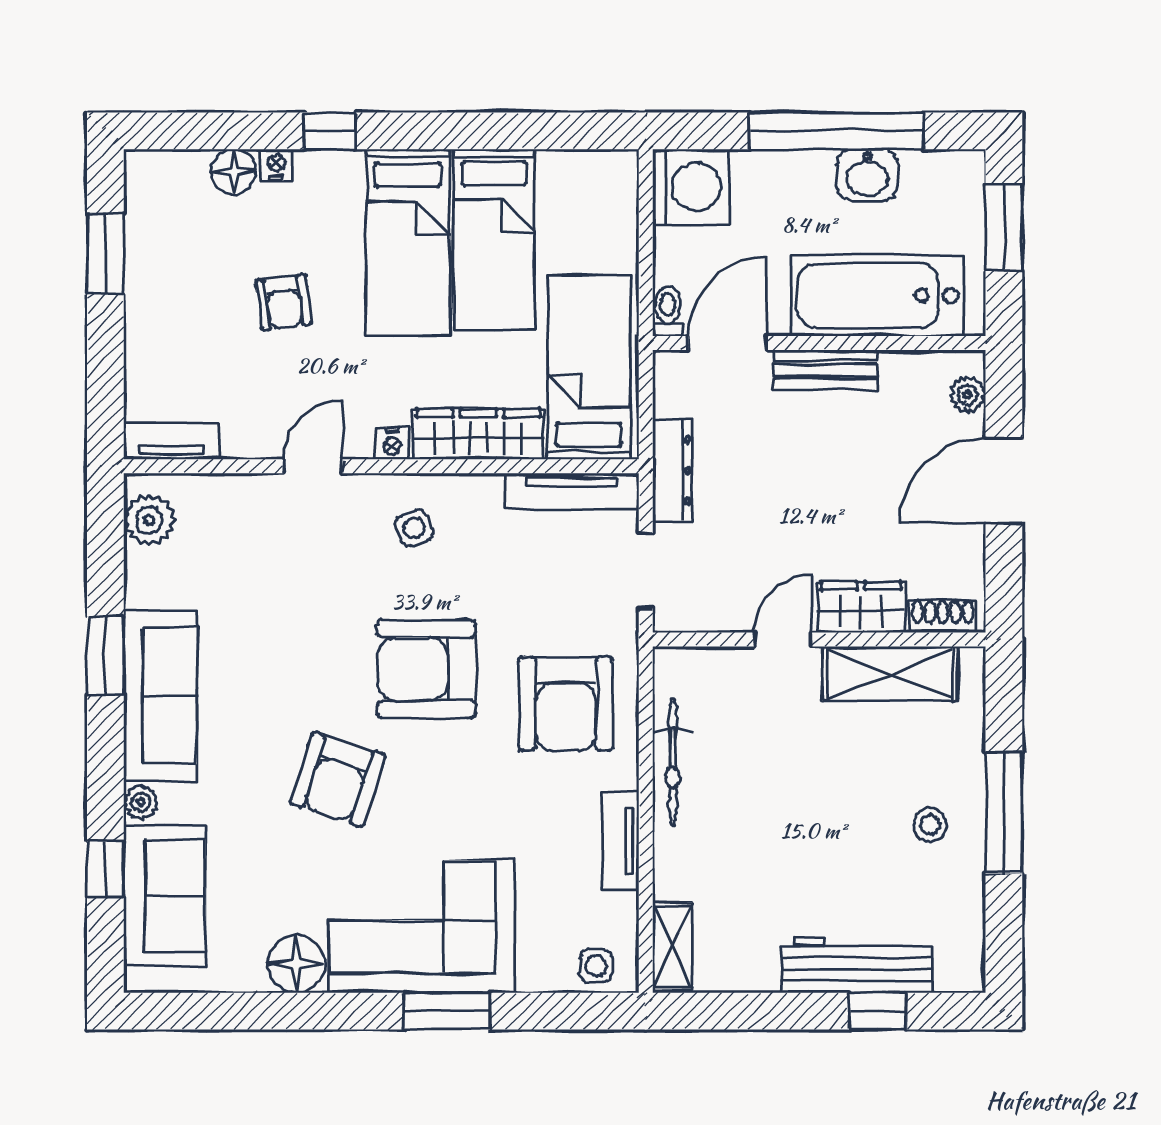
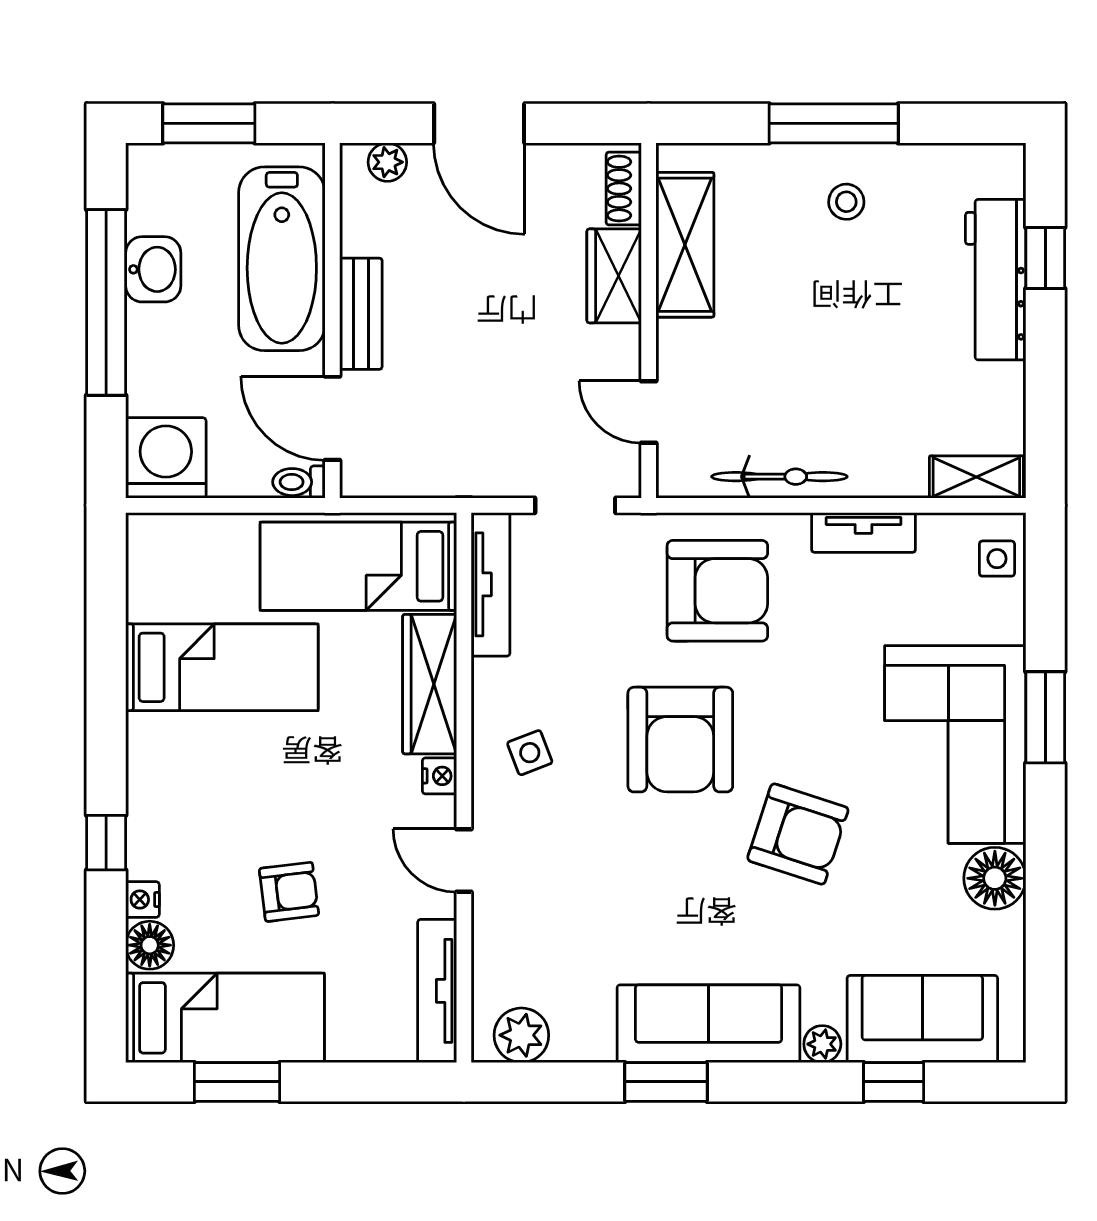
bed: (408, 242) -> (225, 1018), moved
tv unit: (171, 441) -> (437, 991), width x1.41
dresser: (672, 471) -> (469, 477), removed
door: (783, 639) -> (649, 412), moved

